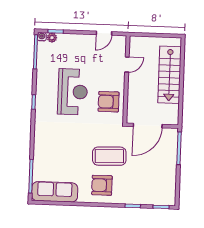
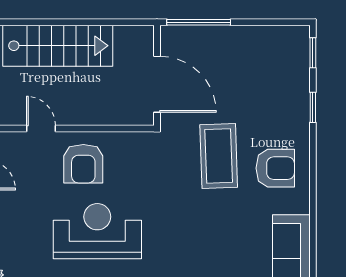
armchair: (109, 102) -> (83, 164), moved
armchair: (102, 185) -> (275, 168), turned -90

